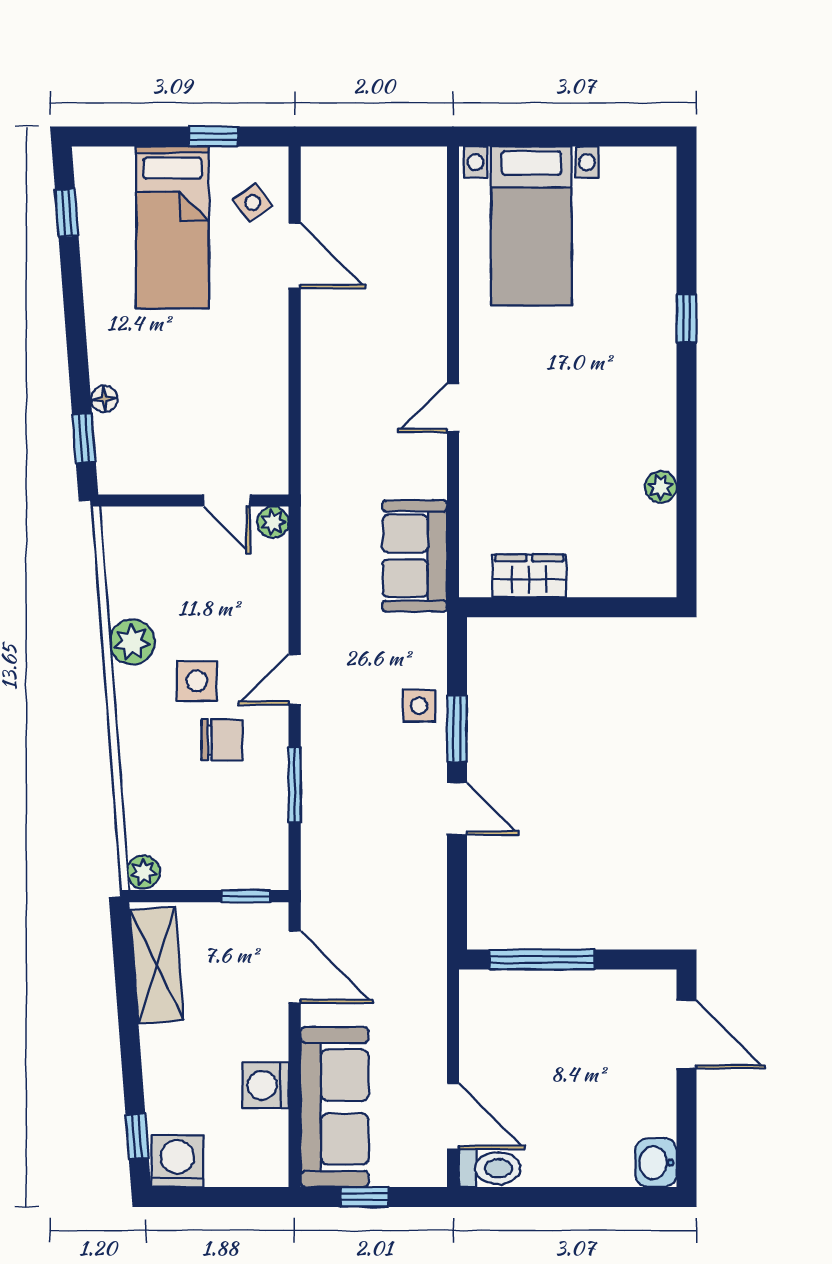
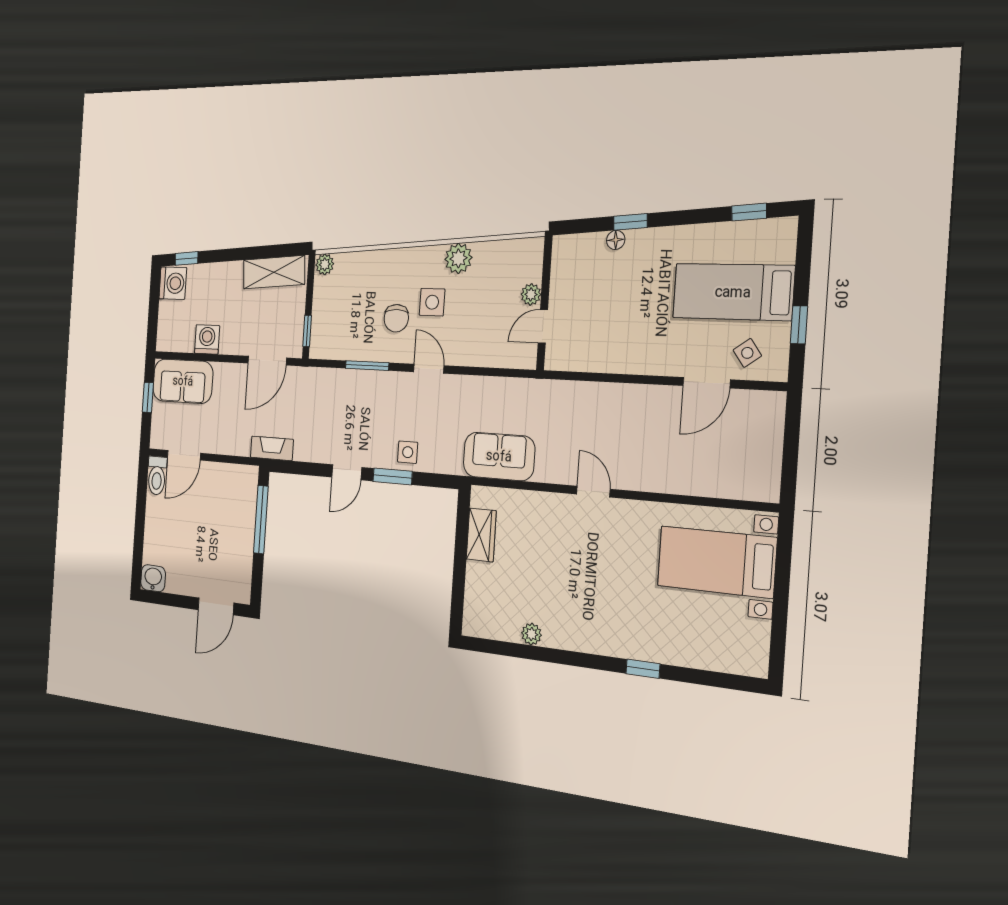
window: (84, 438) -> (630, 222), moved
plant: (273, 522) -> (531, 294), moved
fireplace: (430, 948) -> (272, 448), added
sofa: (335, 1107) -> (183, 381), width x0.73

